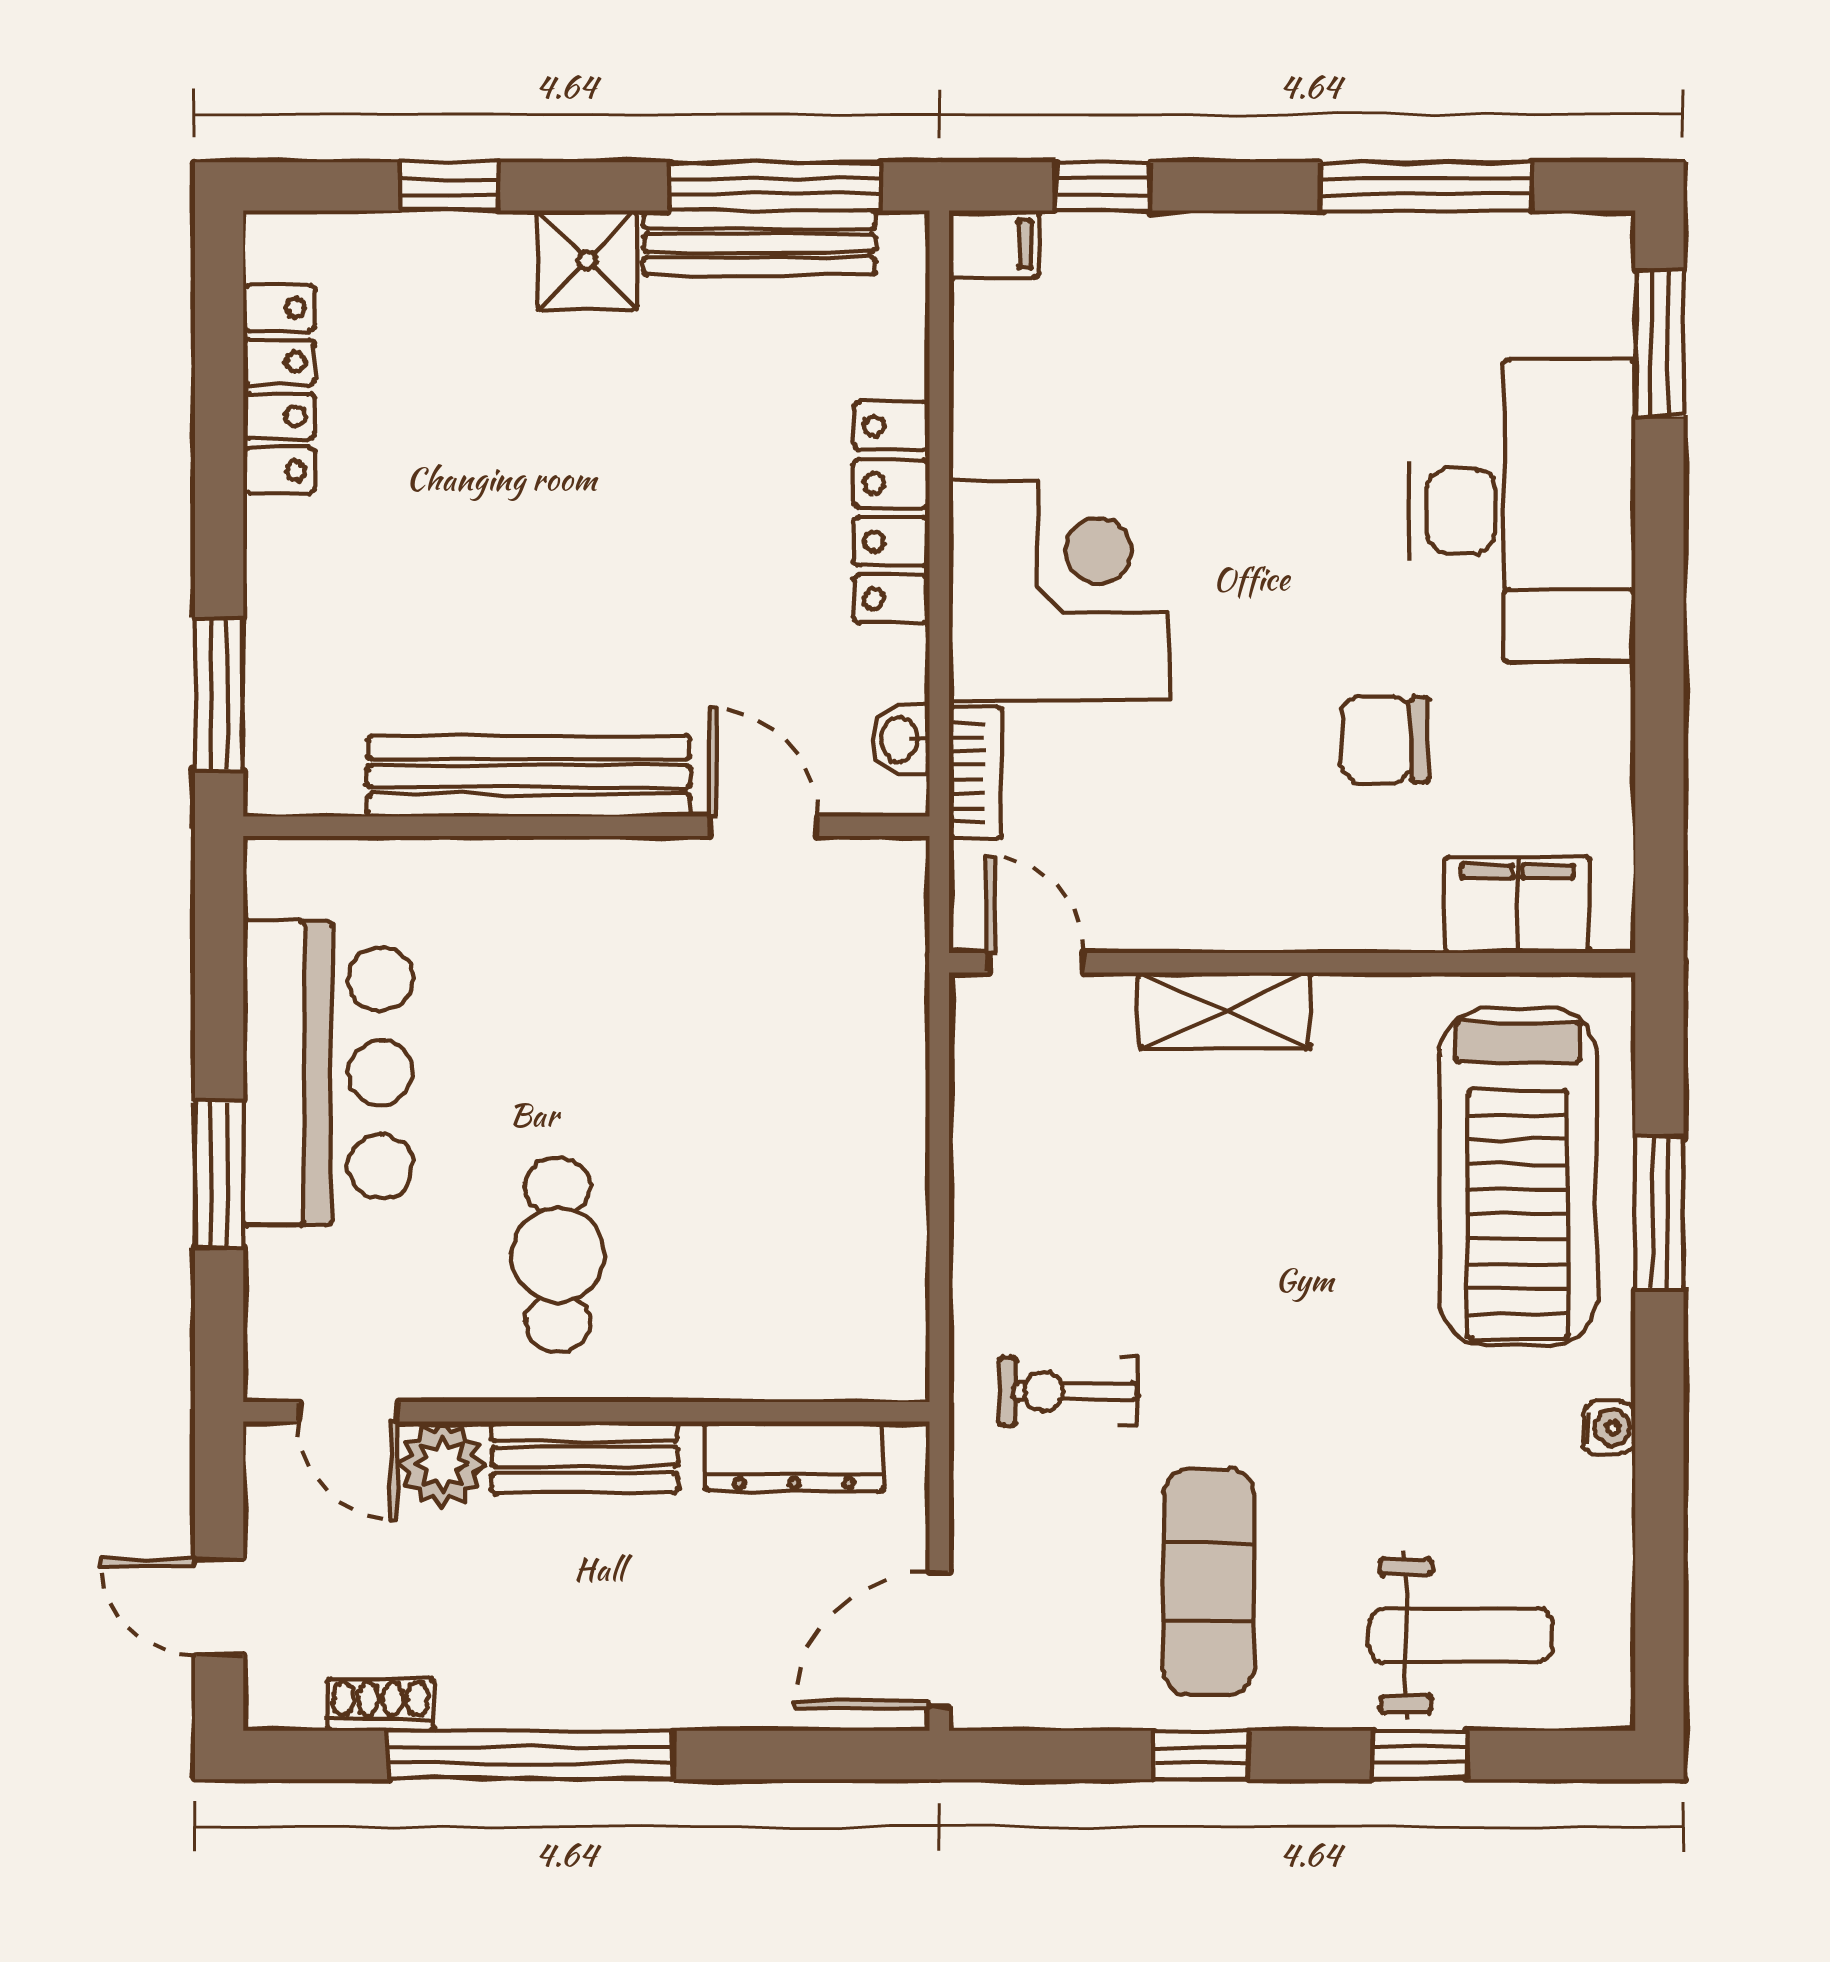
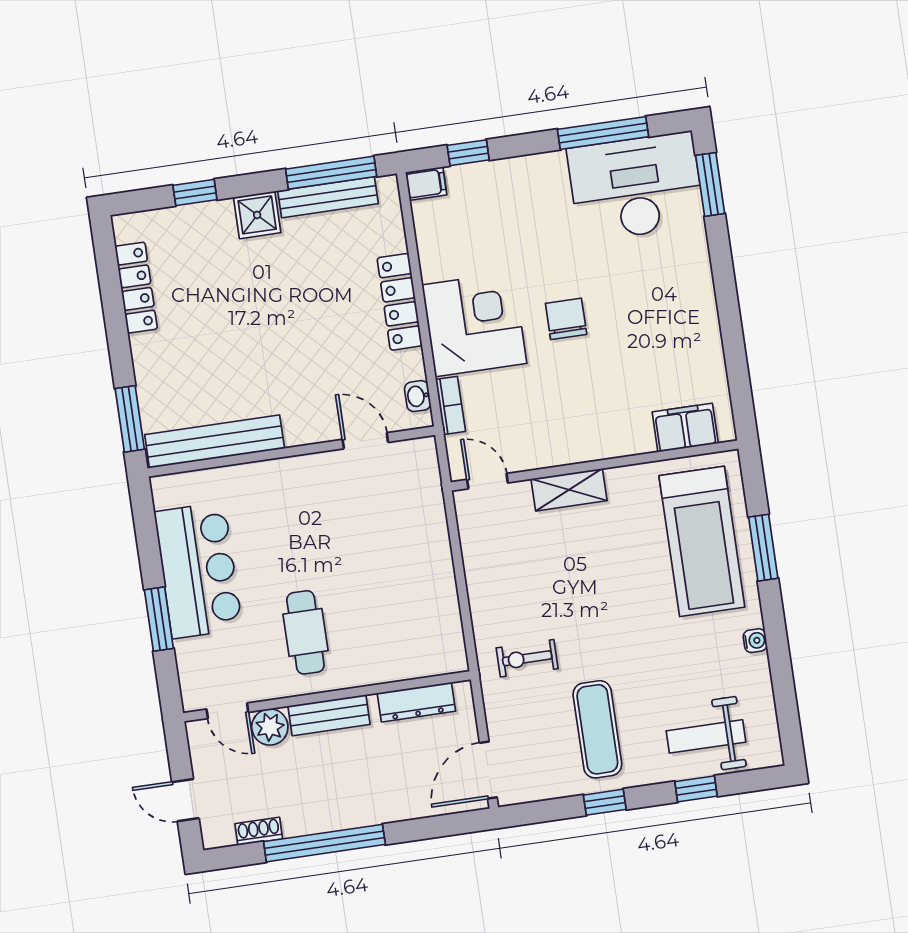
desk: (1522, 511) -> (636, 187), moved, turned -90
chair: (1385, 740) -> (566, 319), moved, turned 90
bench: (529, 776) -> (215, 442), moved
weight bench: (1461, 1635) -> (706, 736), turned 180

